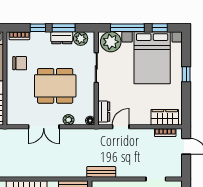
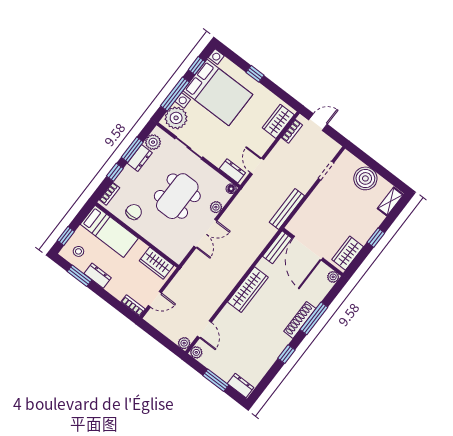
bench: (101, 172) -> (287, 209), width x1.36

